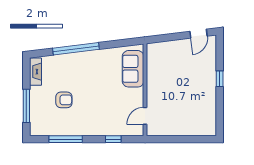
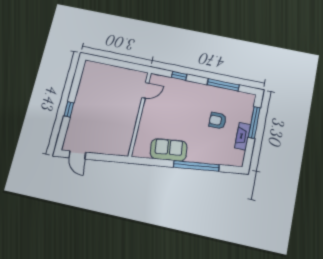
door: (199, 34) -> (77, 155), swing flipped
sofa: (133, 69) -> (169, 150), moved, turned -97
fireplace: (35, 72) -> (243, 136), moved

